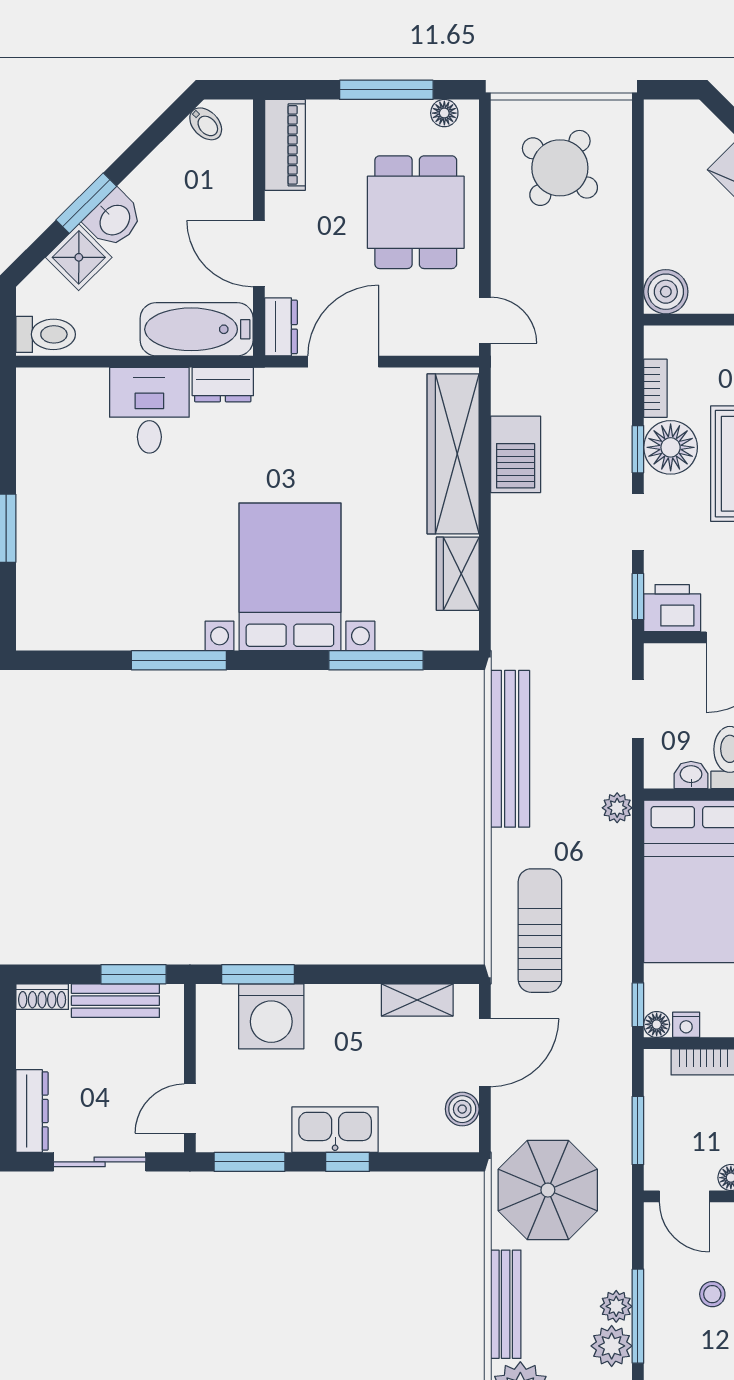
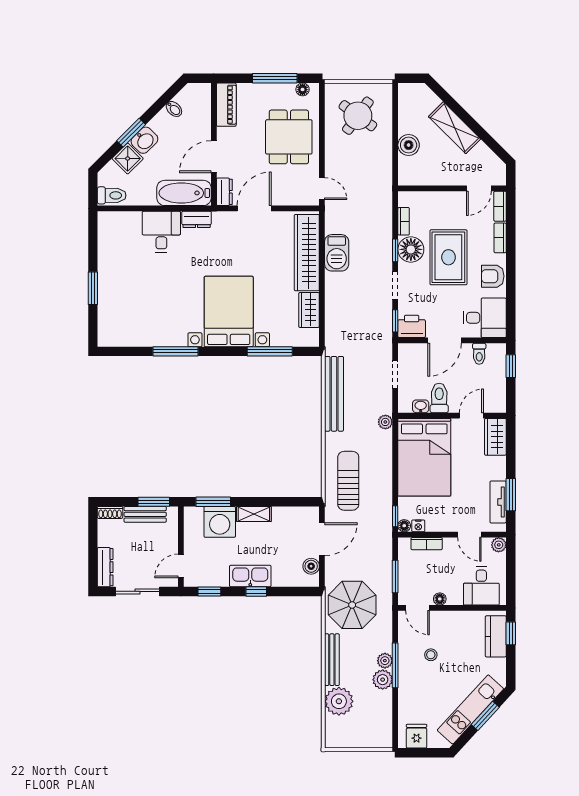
bidet: (206, 124) -> (174, 109), moved
door: (259, 254) -> (214, 157), hinge flipped
boiler: (666, 292) -> (409, 145), moved
shelving: (417, 1000) -> (254, 514), moved
window: (250, 1162) -> (209, 591), width x0.67

